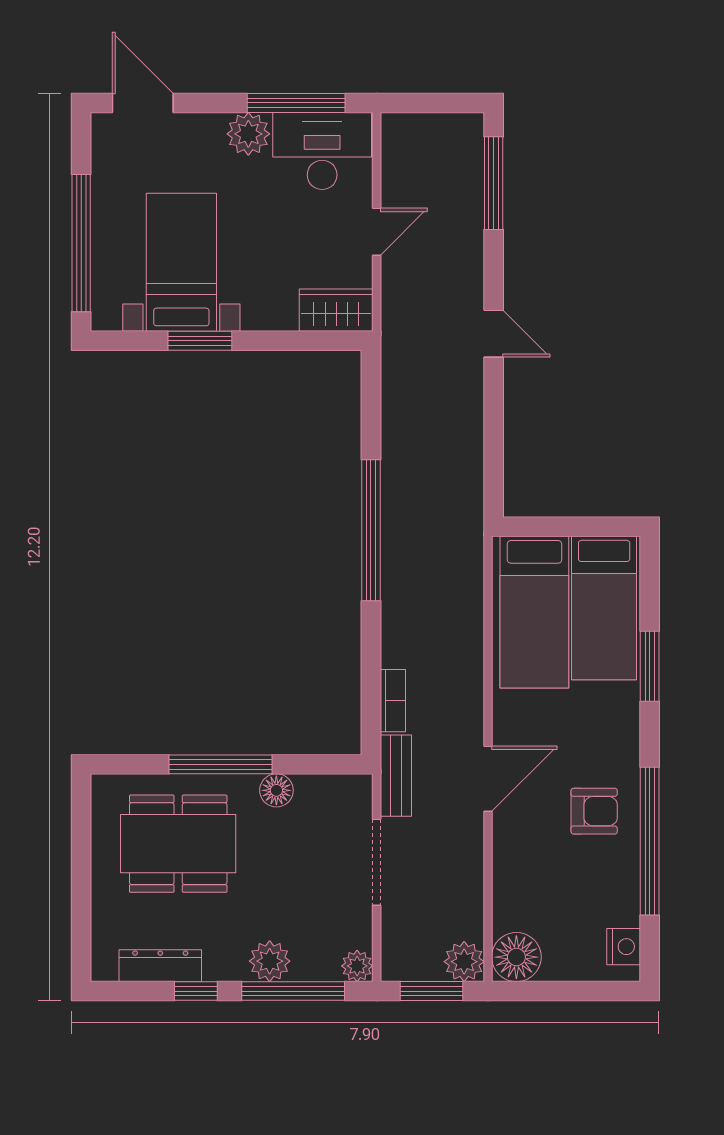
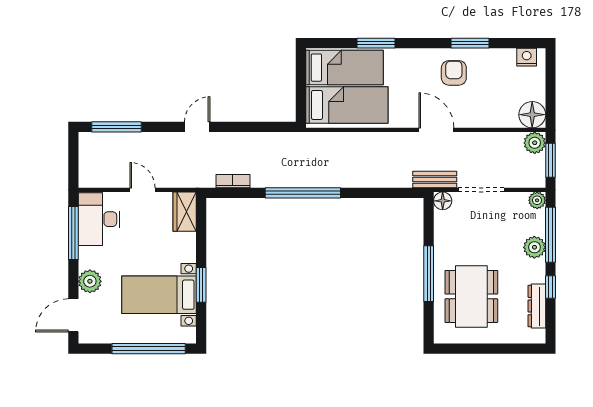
plant: (248, 134) -> (90, 281), moved
bookcase: (393, 701) -> (233, 181), moved
floor lamp: (276, 790) -> (443, 201), moved
window: (650, 841) -> (470, 43), width x0.47

